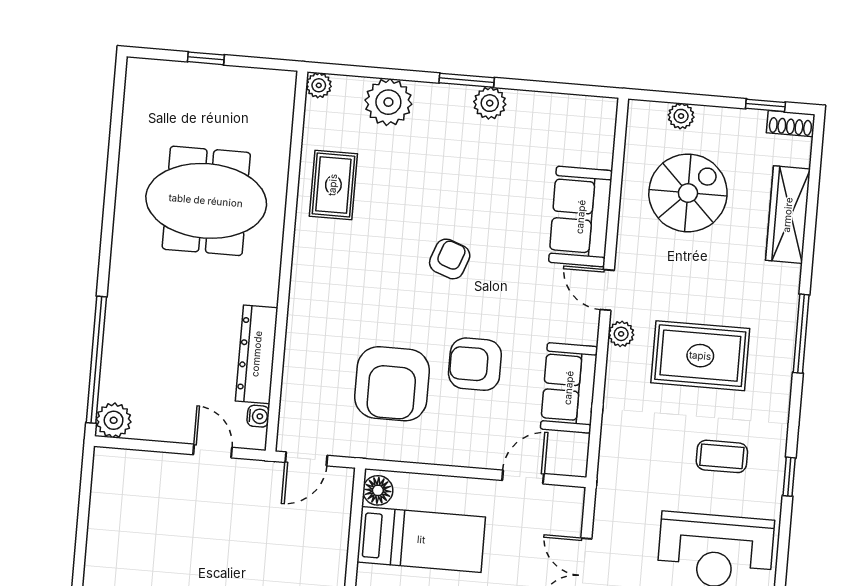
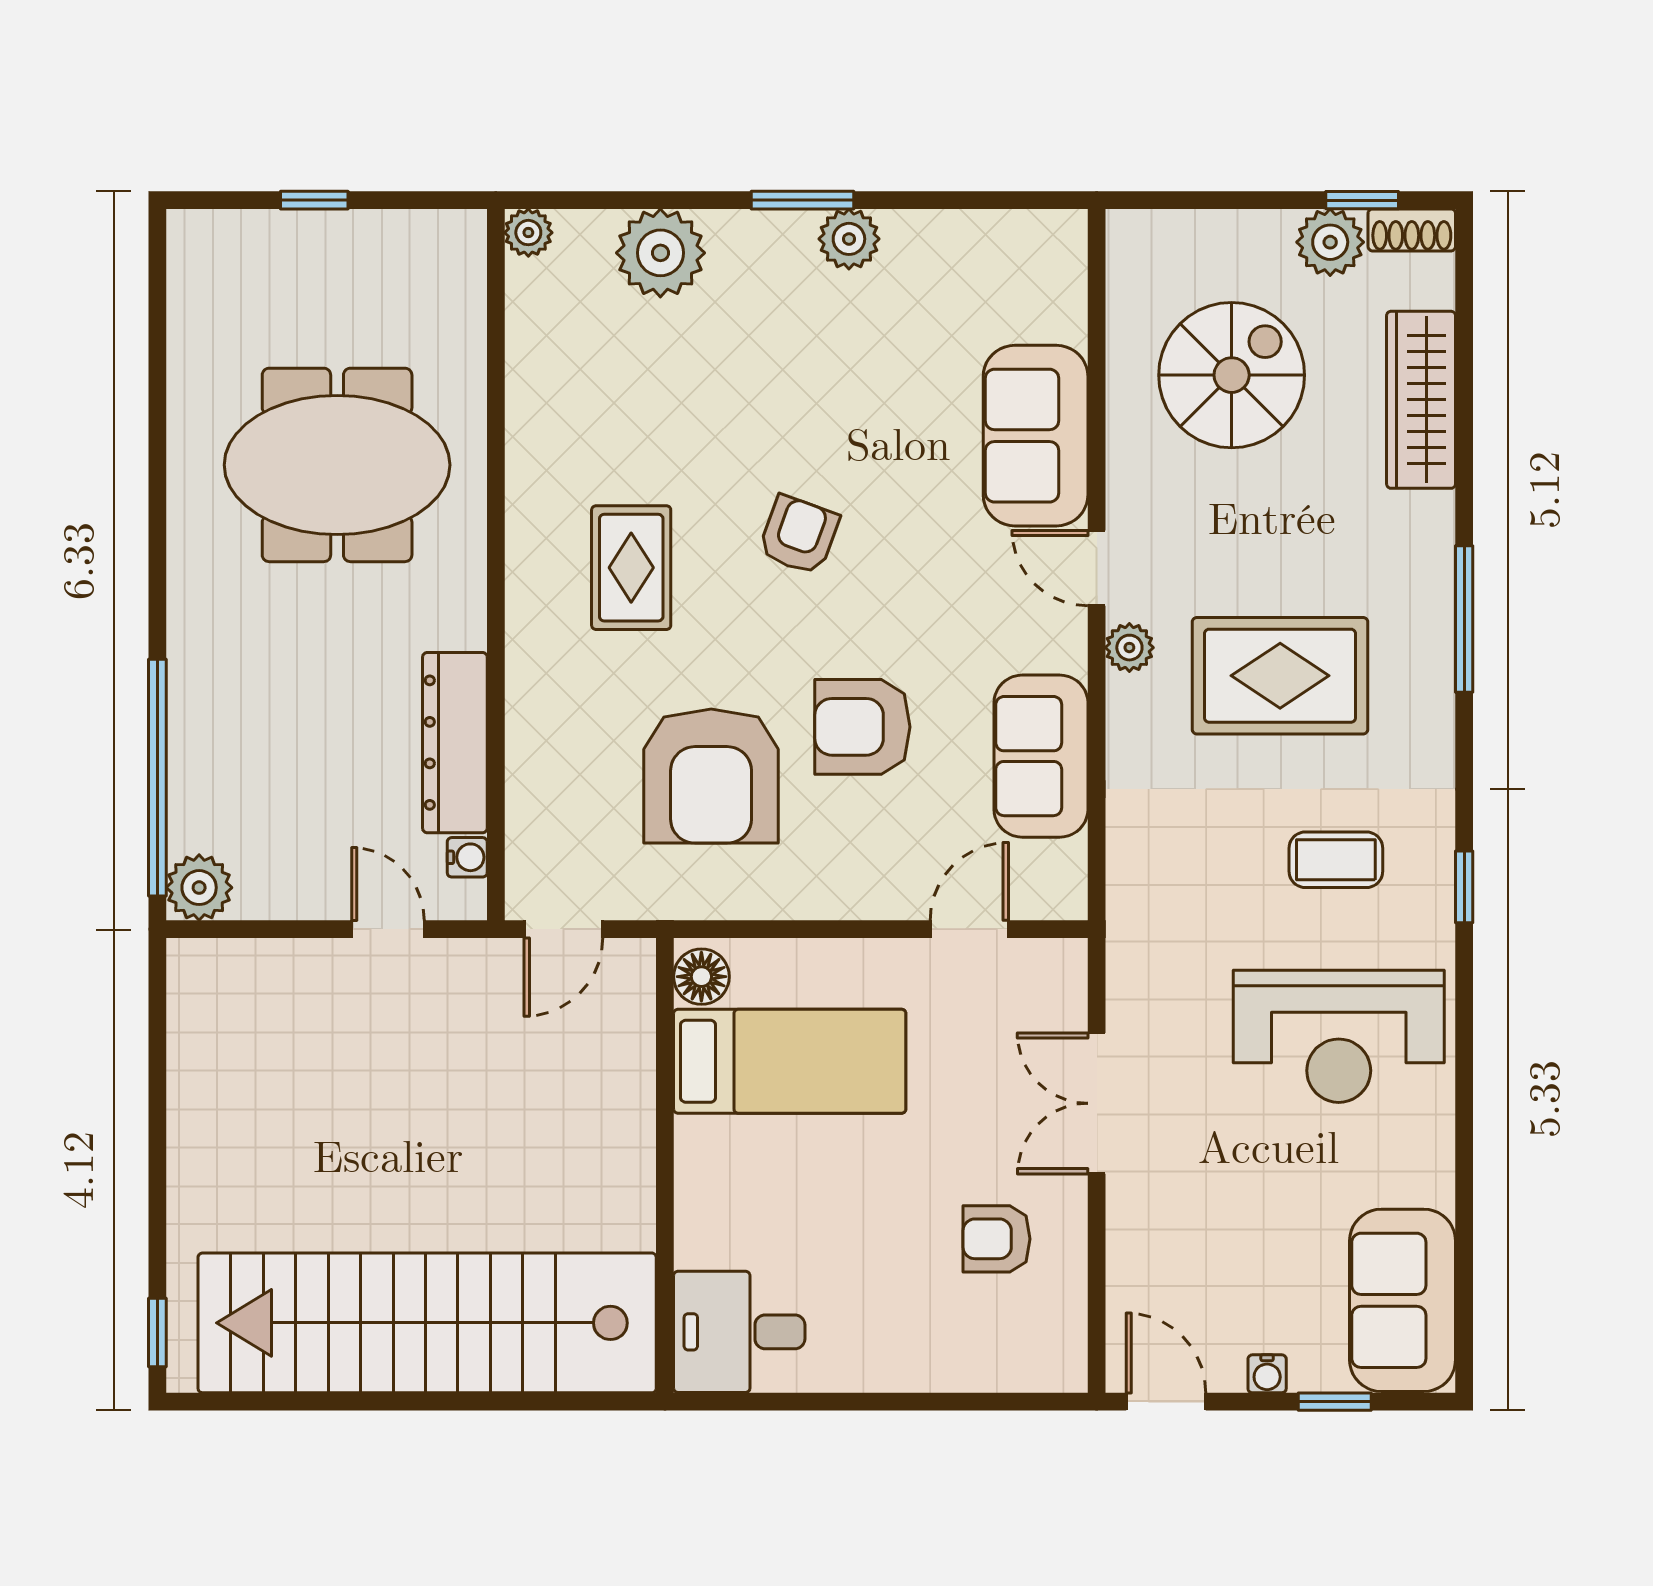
plant: (681, 116) -> (1330, 242), moved, width x1.38, depth x1.38
rug: (333, 185) -> (631, 568), moved

